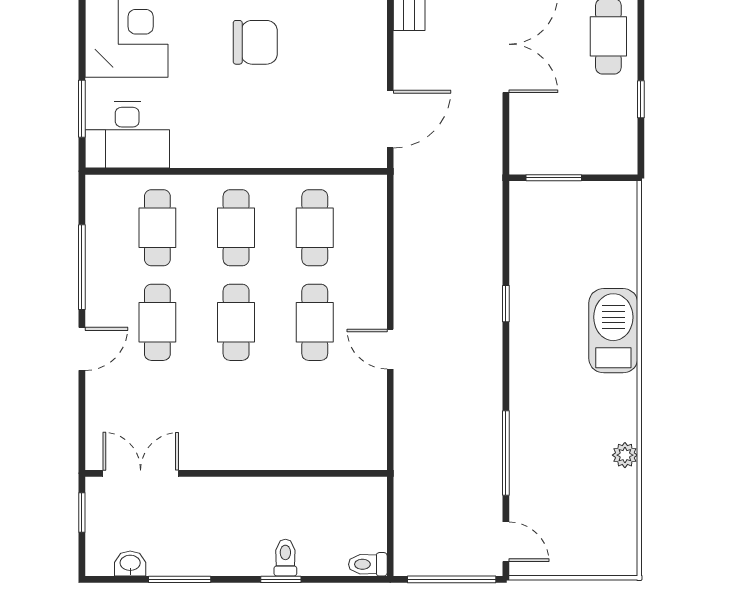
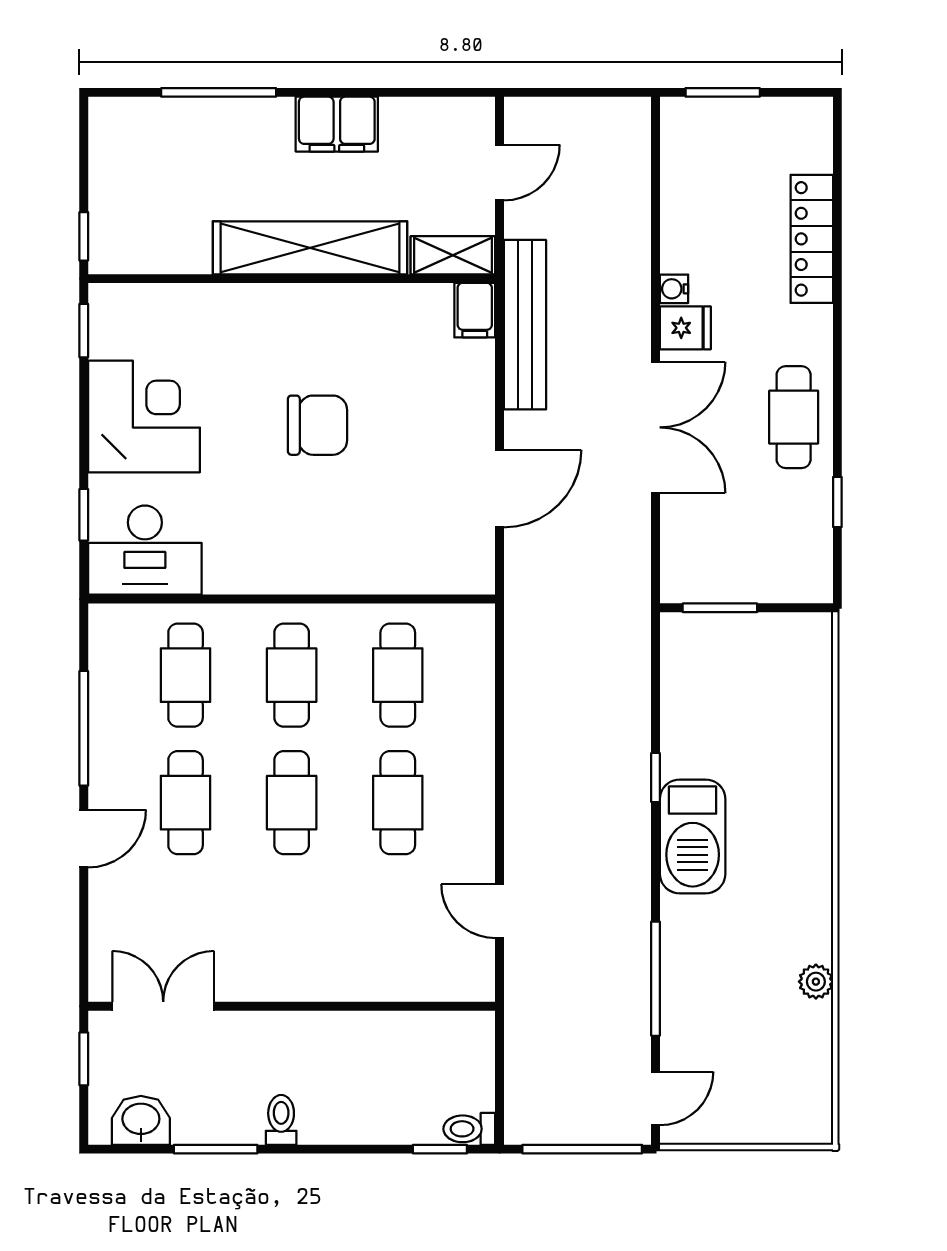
window: (82, 109) -> (84, 515), width x0.67
door: (390, 119) -> (500, 489), moved
barbecue: (613, 331) -> (693, 836), moved, turned 180
door: (390, 349) -> (500, 911), moved
door: (506, 542) -> (655, 1098), hinge flipped
toilet: (285, 558) -> (281, 1120), moved
washbasin: (130, 564) -> (141, 1120), width x1.38, depth x1.45
window: (281, 579) -> (440, 1149), moved

